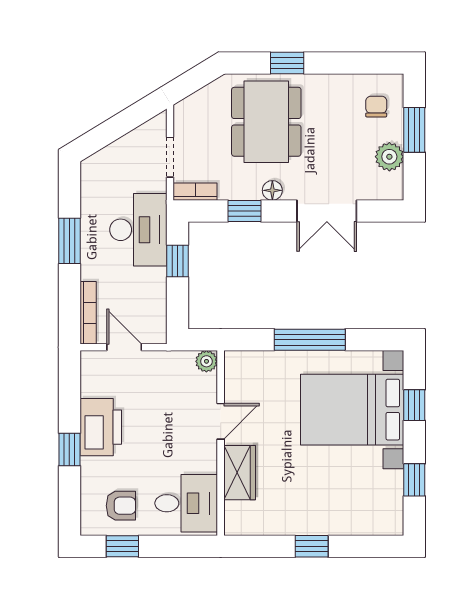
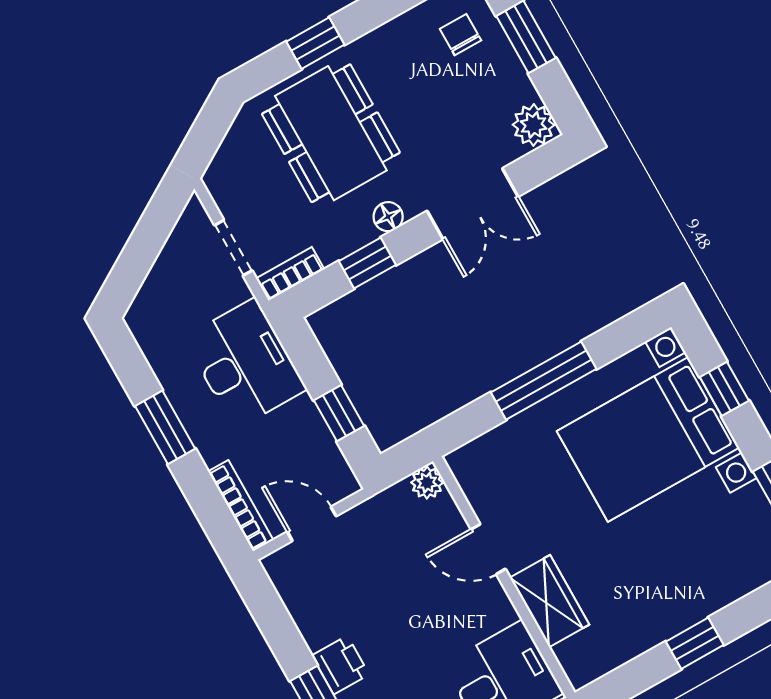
plant: (389, 157) -> (534, 125), moved
window: (177, 261) -> (339, 413), moved
door: (221, 421) -> (488, 549), swing flipped
printer: (101, 427) -> (340, 665), width x0.53, depth x0.68

